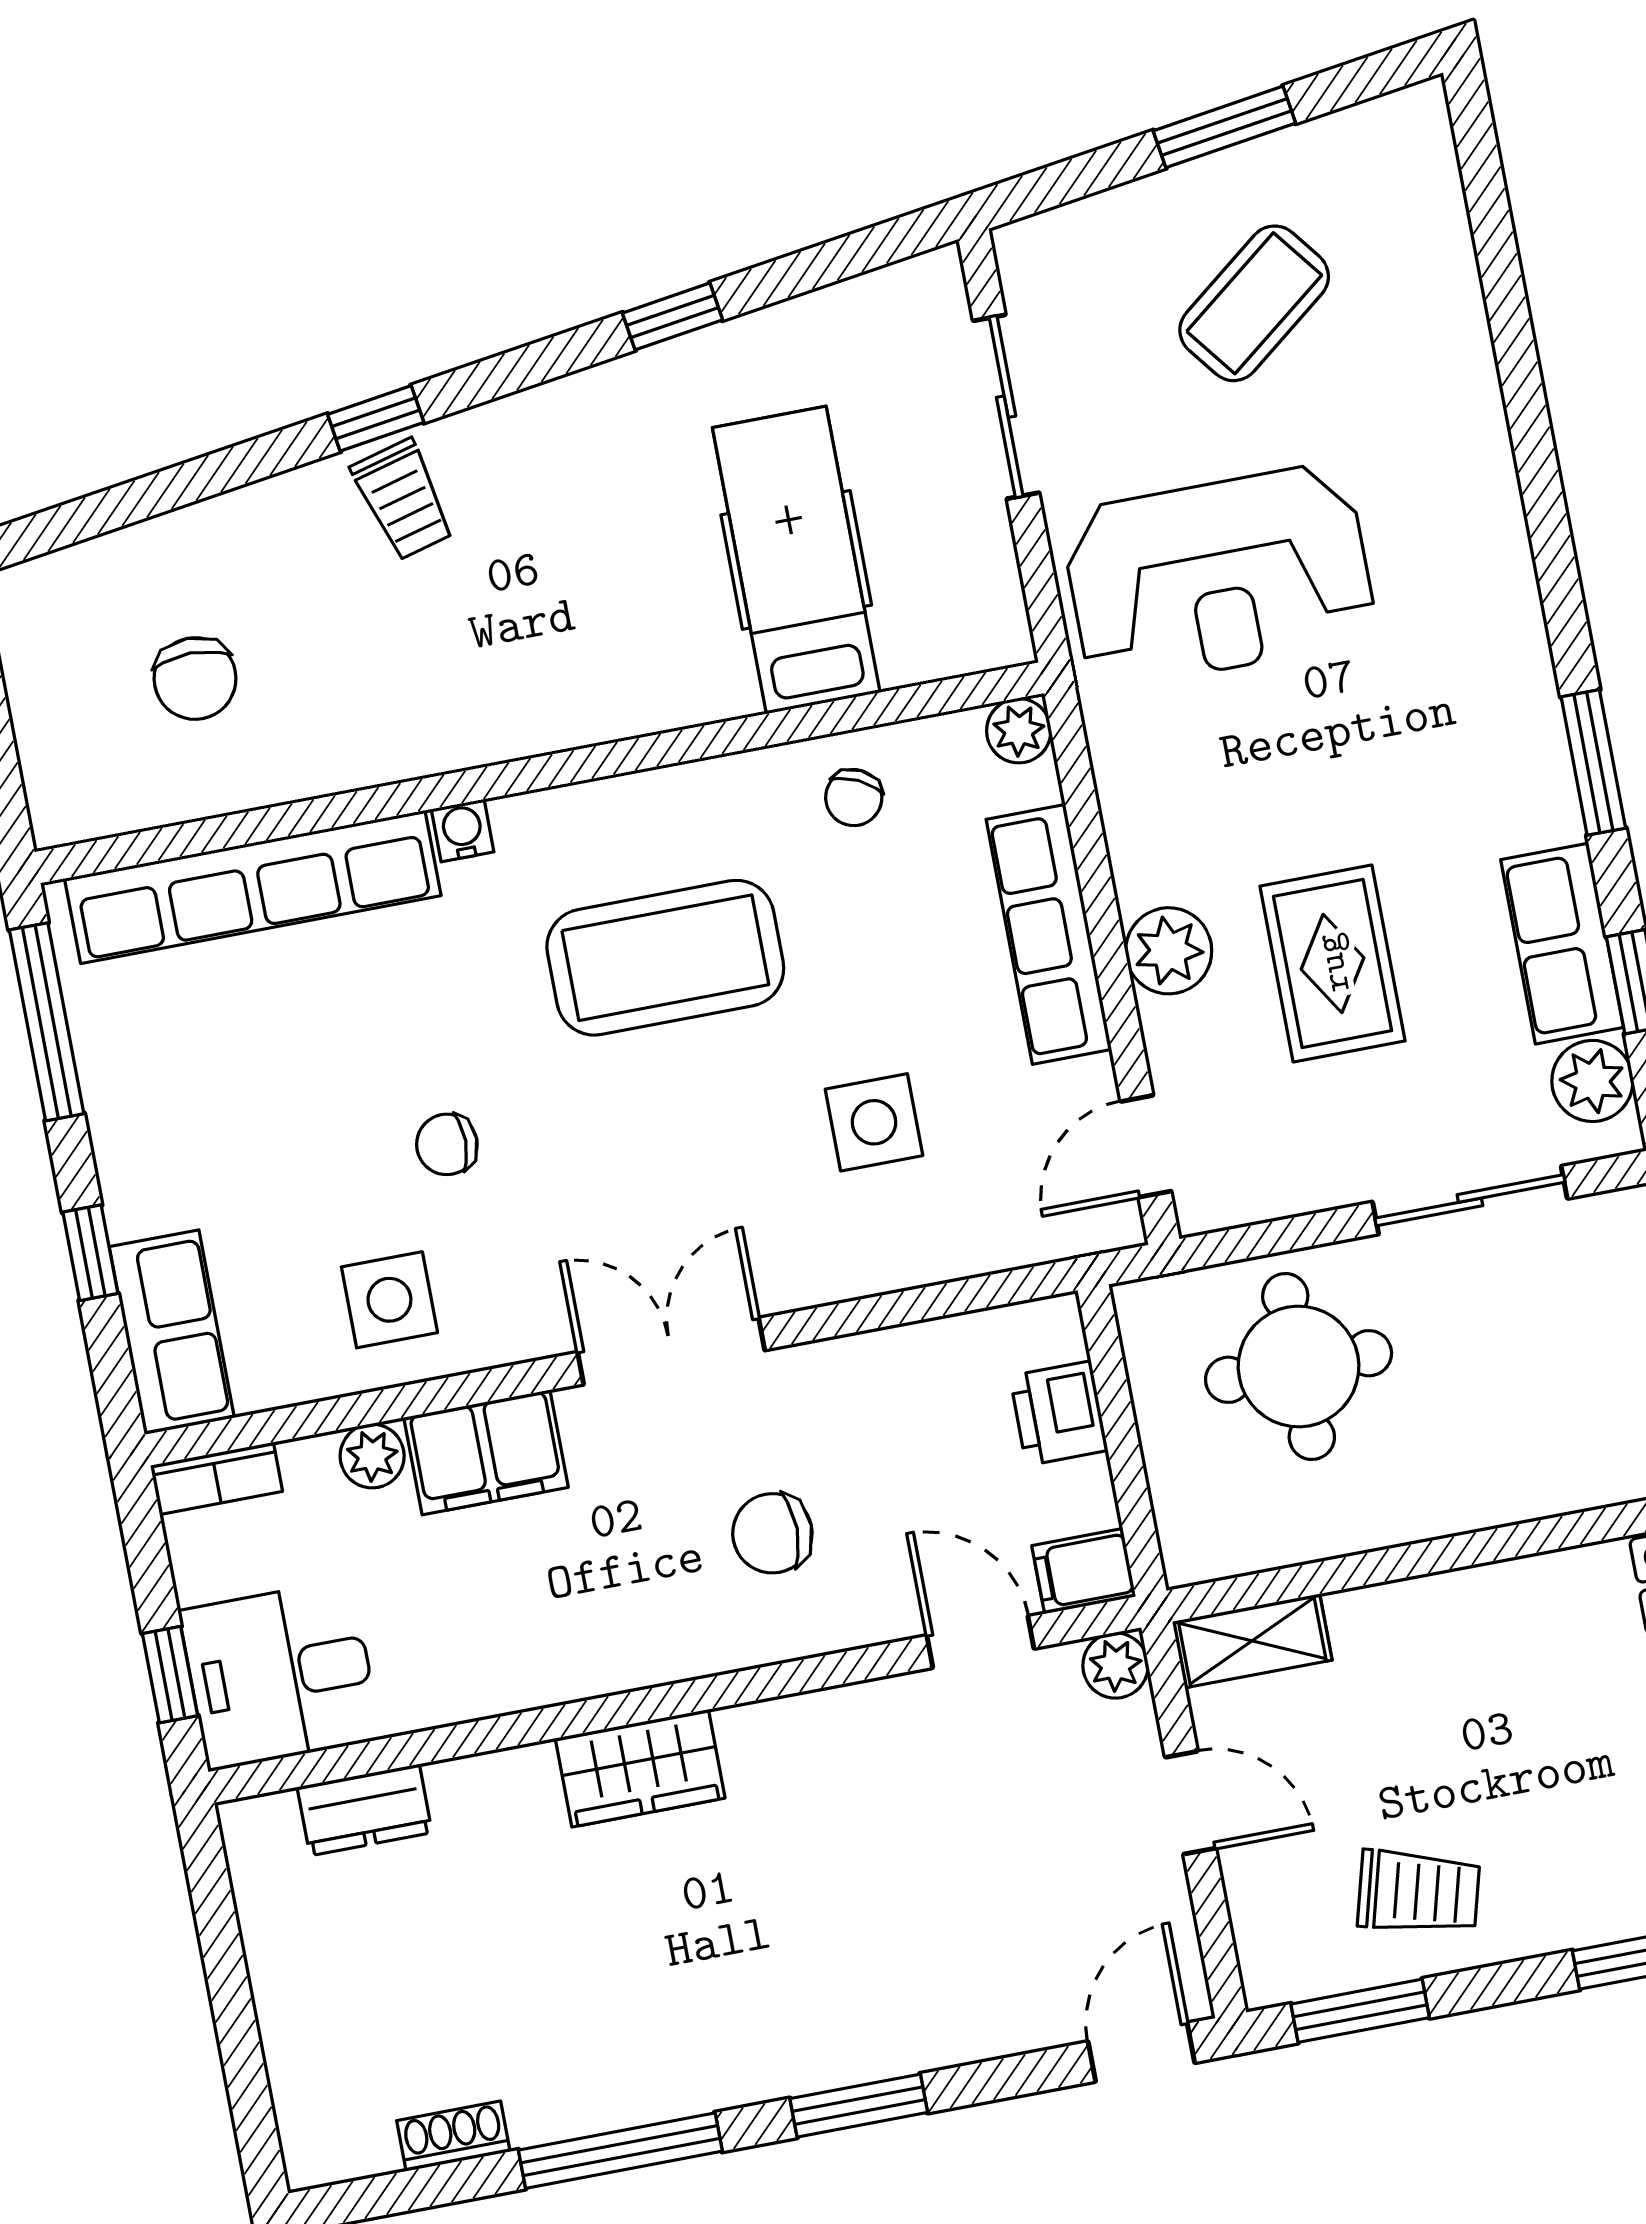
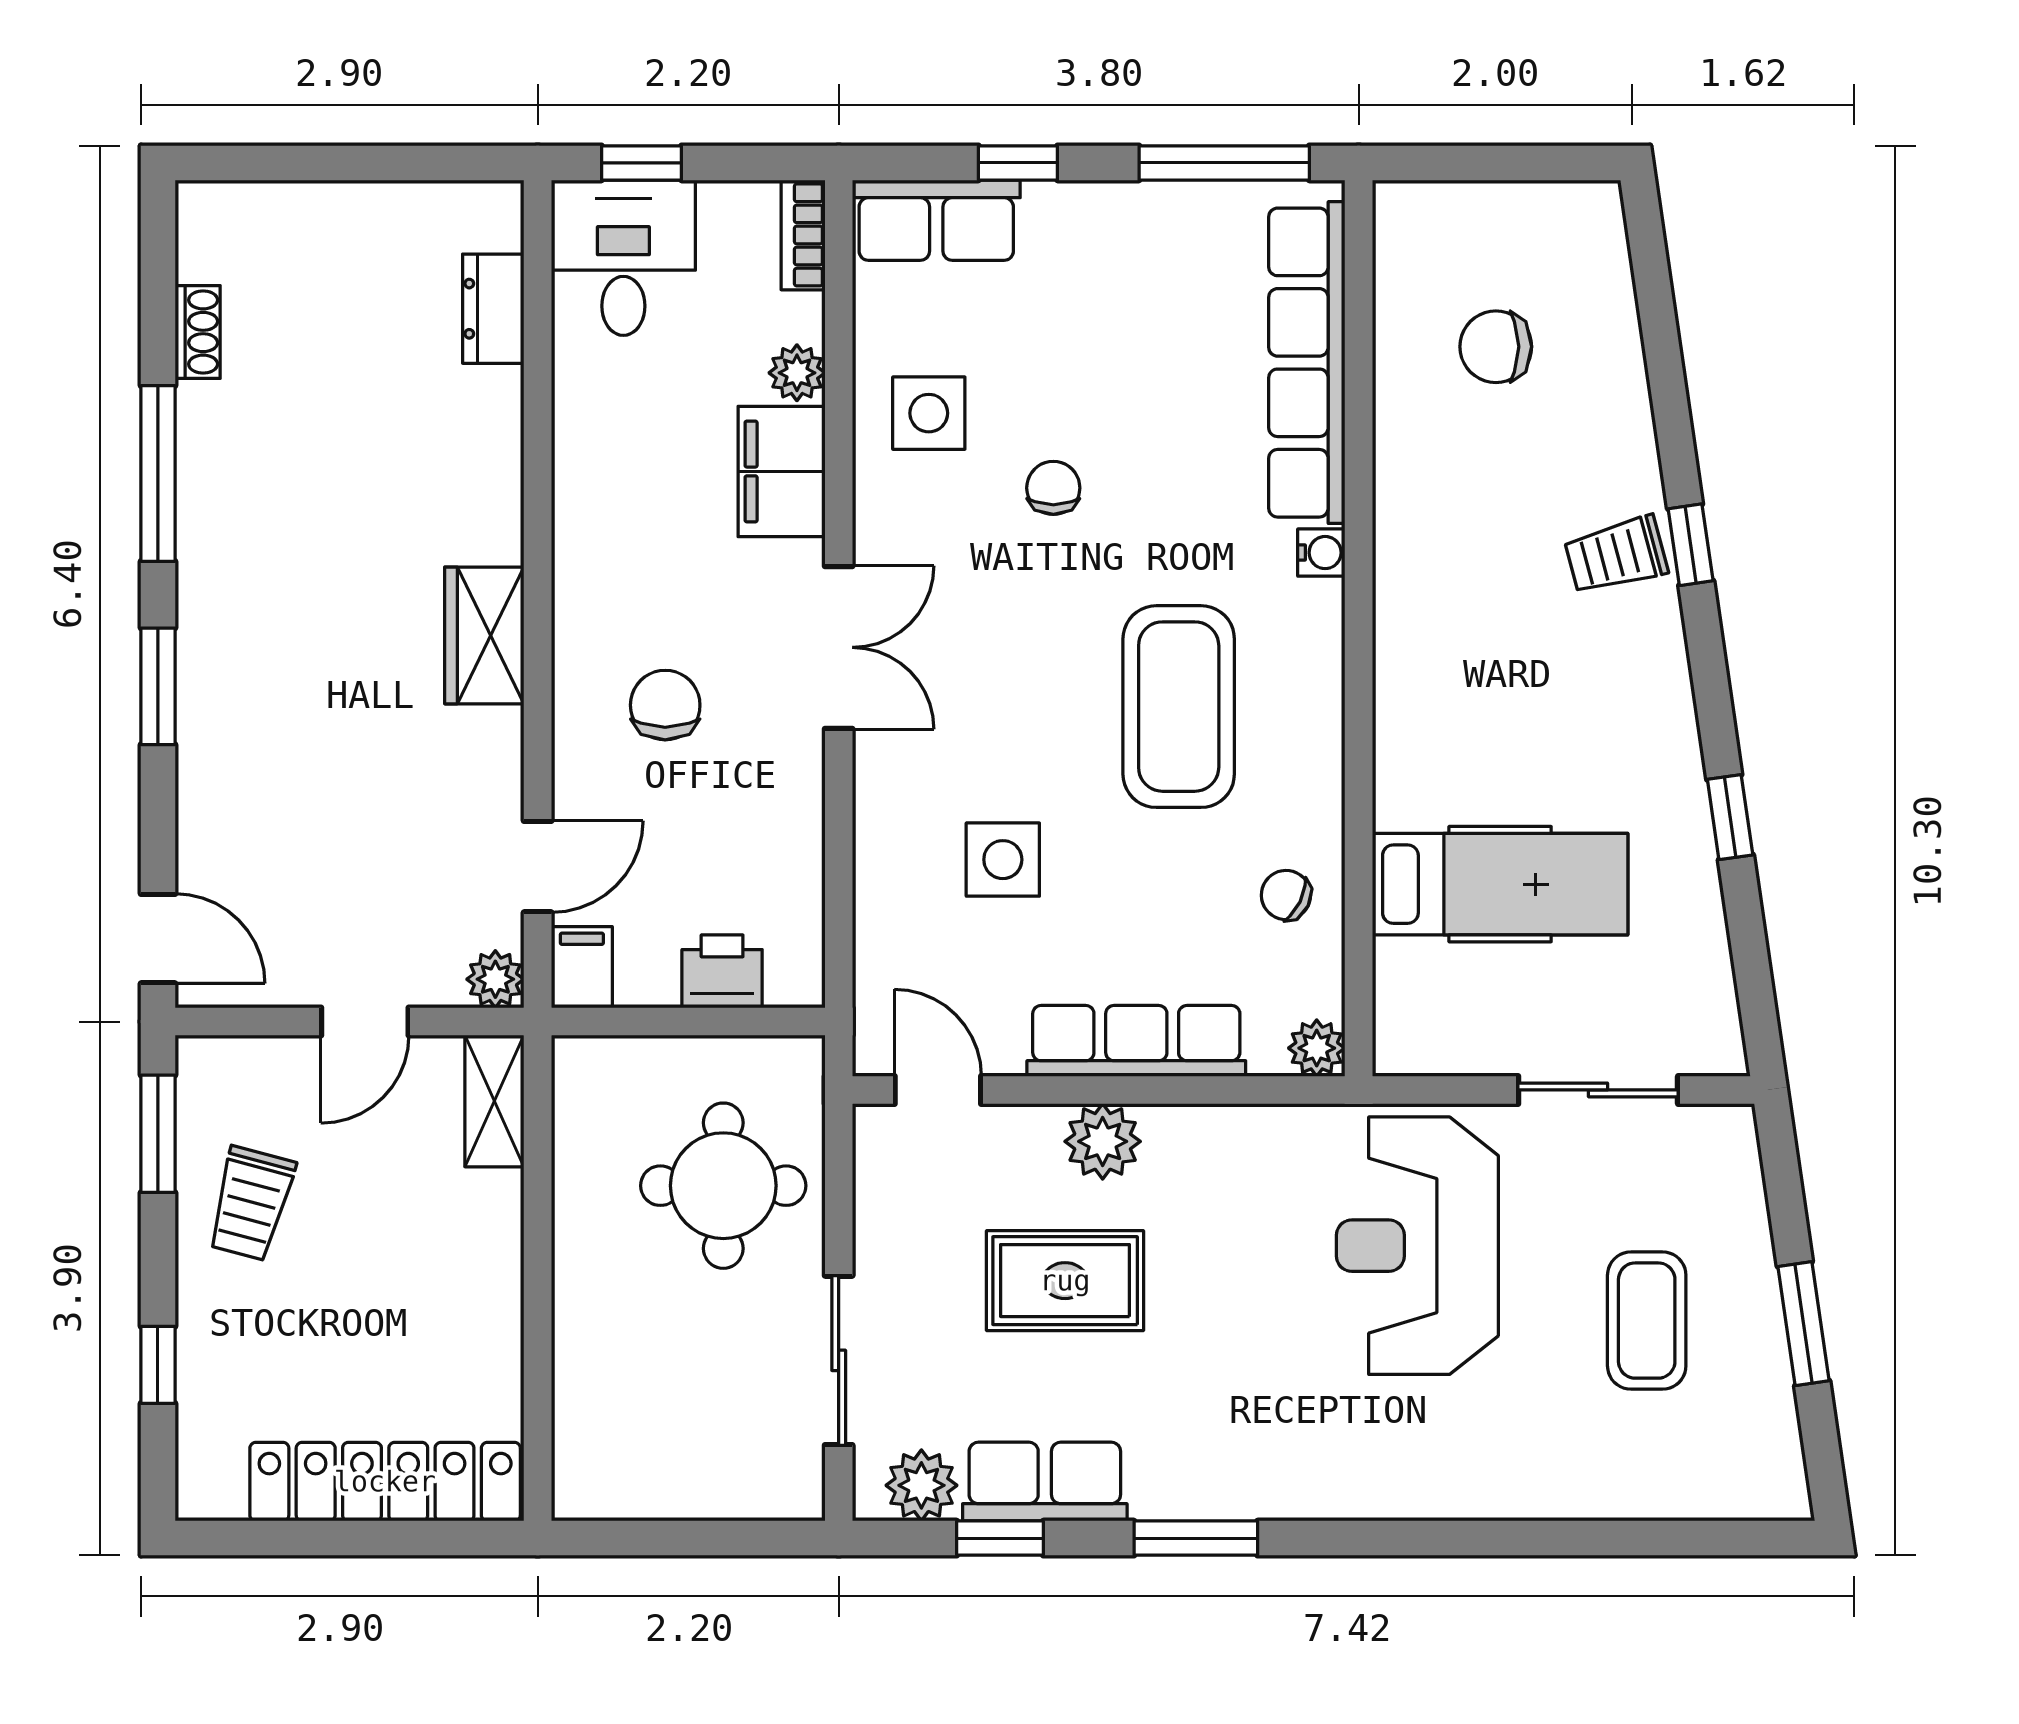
coffee table: (1254, 303) -> (1647, 1321), turned 38
wardrobe: (640, 1768) -> (484, 635), moved

